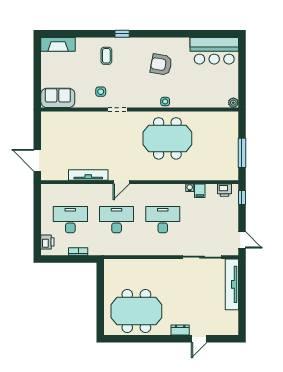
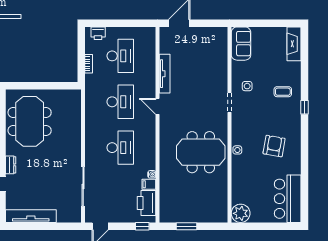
plant: (233, 103) -> (241, 213), width x1.87, depth x1.87
meeting table: (167, 138) -> (201, 152), turned 90
window: (242, 153) -> (187, 226), width x0.69
printer: (225, 190) -> (147, 203), width x1.87, depth x1.48
tv unit: (232, 284) -> (31, 216), moved

